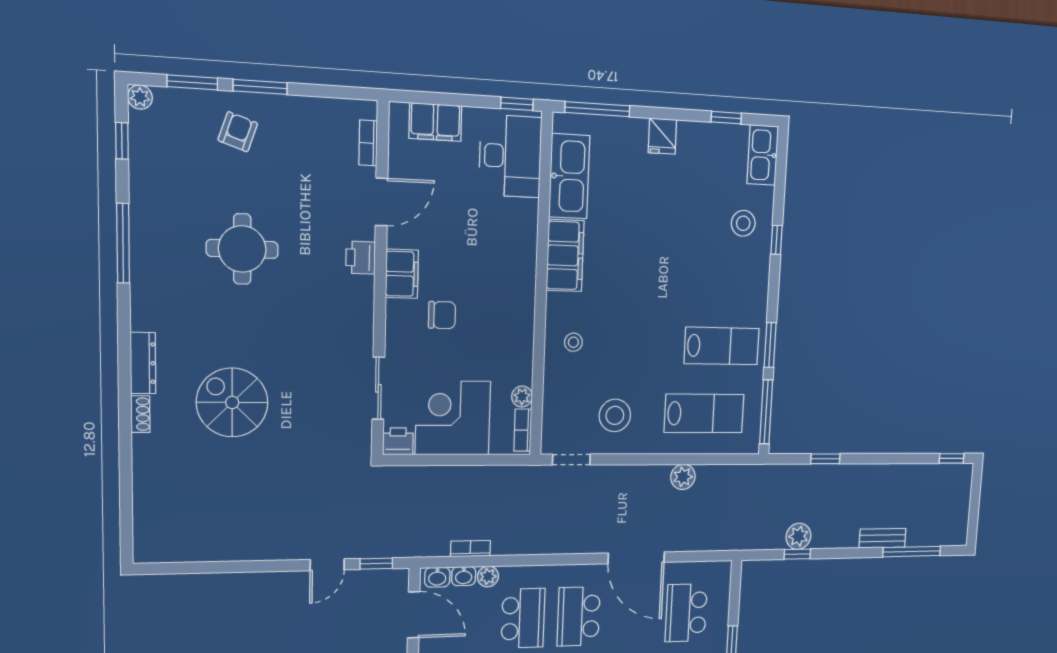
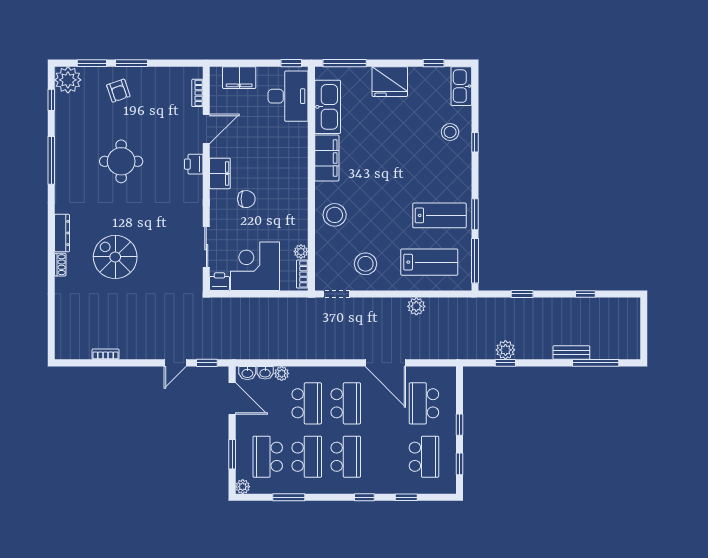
plant: (140, 97) -> (68, 80), width x1.87, depth x1.87
armchair: (238, 132) -> (118, 91), turned 142
fridge: (662, 136) -> (390, 82), width x1.88, depth x1.34
stool: (573, 342) -> (335, 215), width x1.89, depth x1.89
window: (952, 458) -> (585, 294), moved
bookcase: (470, 549) -> (106, 354), moved
school desk: (579, 616) -> (346, 403), turned 180

